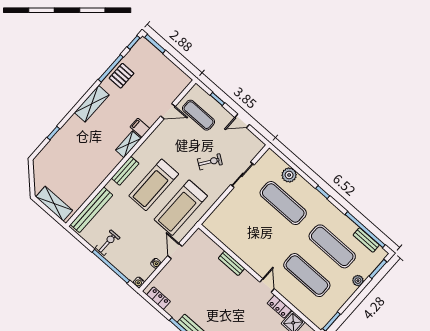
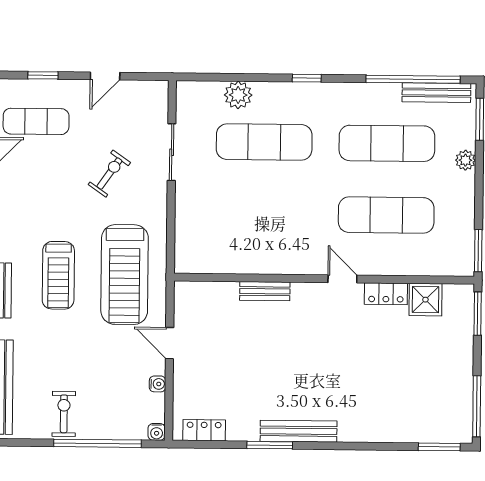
treadmill: (154, 185) -> (58, 275), width x0.73, depth x0.73
bench: (366, 240) -> (436, 93), width x1.36

